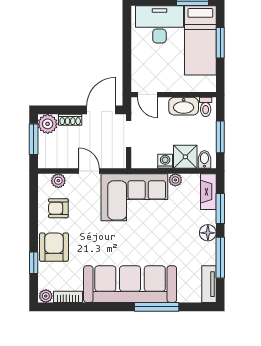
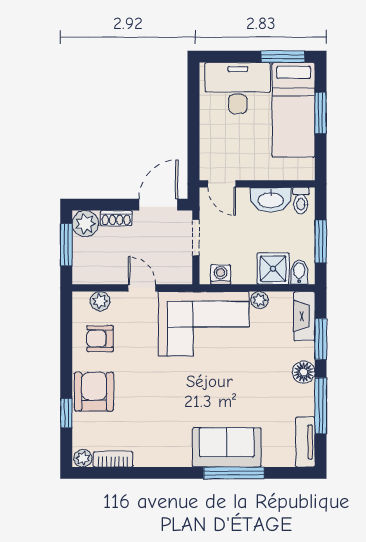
washing machine: (165, 161) -> (221, 275), moved
sofa: (130, 284) -> (227, 447), width x0.54, depth x0.79

